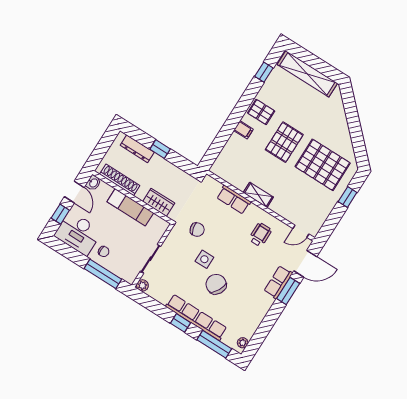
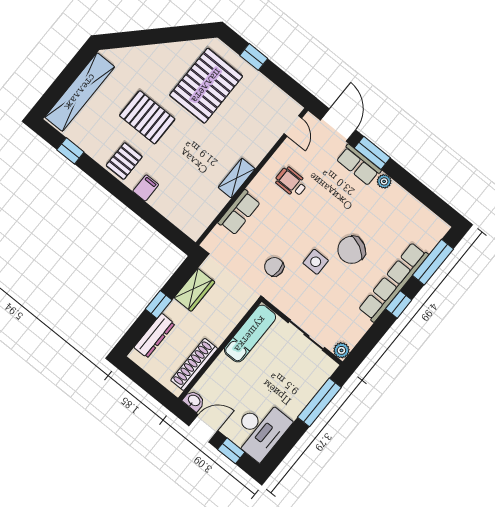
pallet: (284, 142) -> (147, 117), moved
wardrobe: (159, 202) -> (194, 290), moved, turned 180
exam couch: (130, 207) -> (250, 334), moved
chair: (197, 230) -> (274, 267), turned -76
chair: (104, 252) -> (289, 398), removed
plant: (243, 343) -> (384, 181), moved

